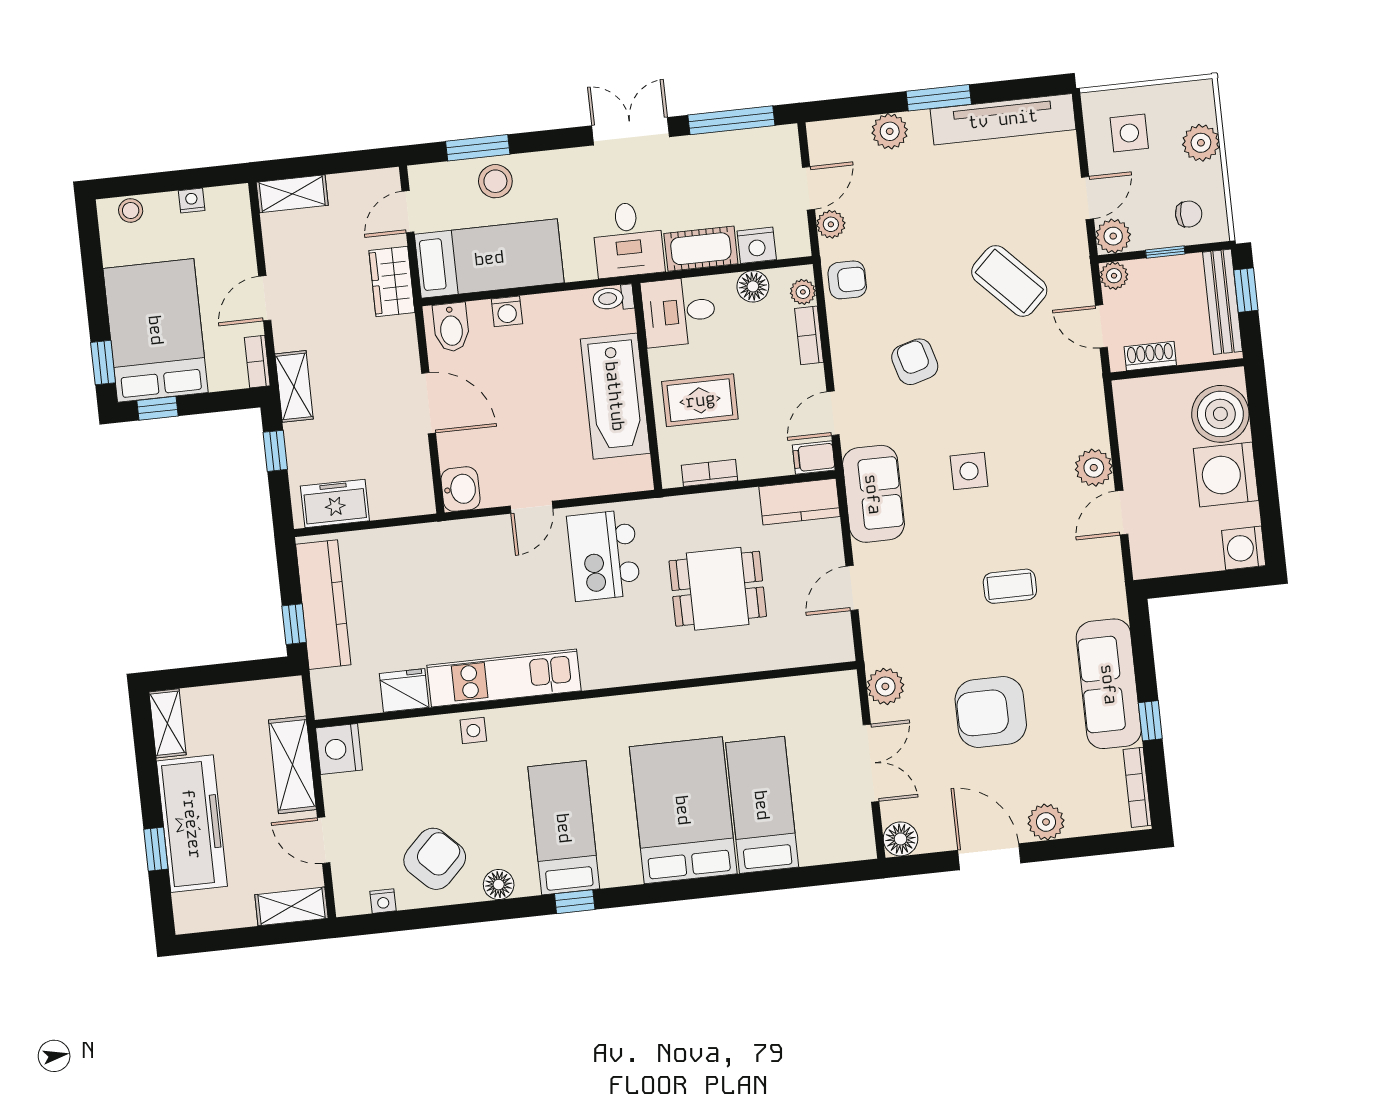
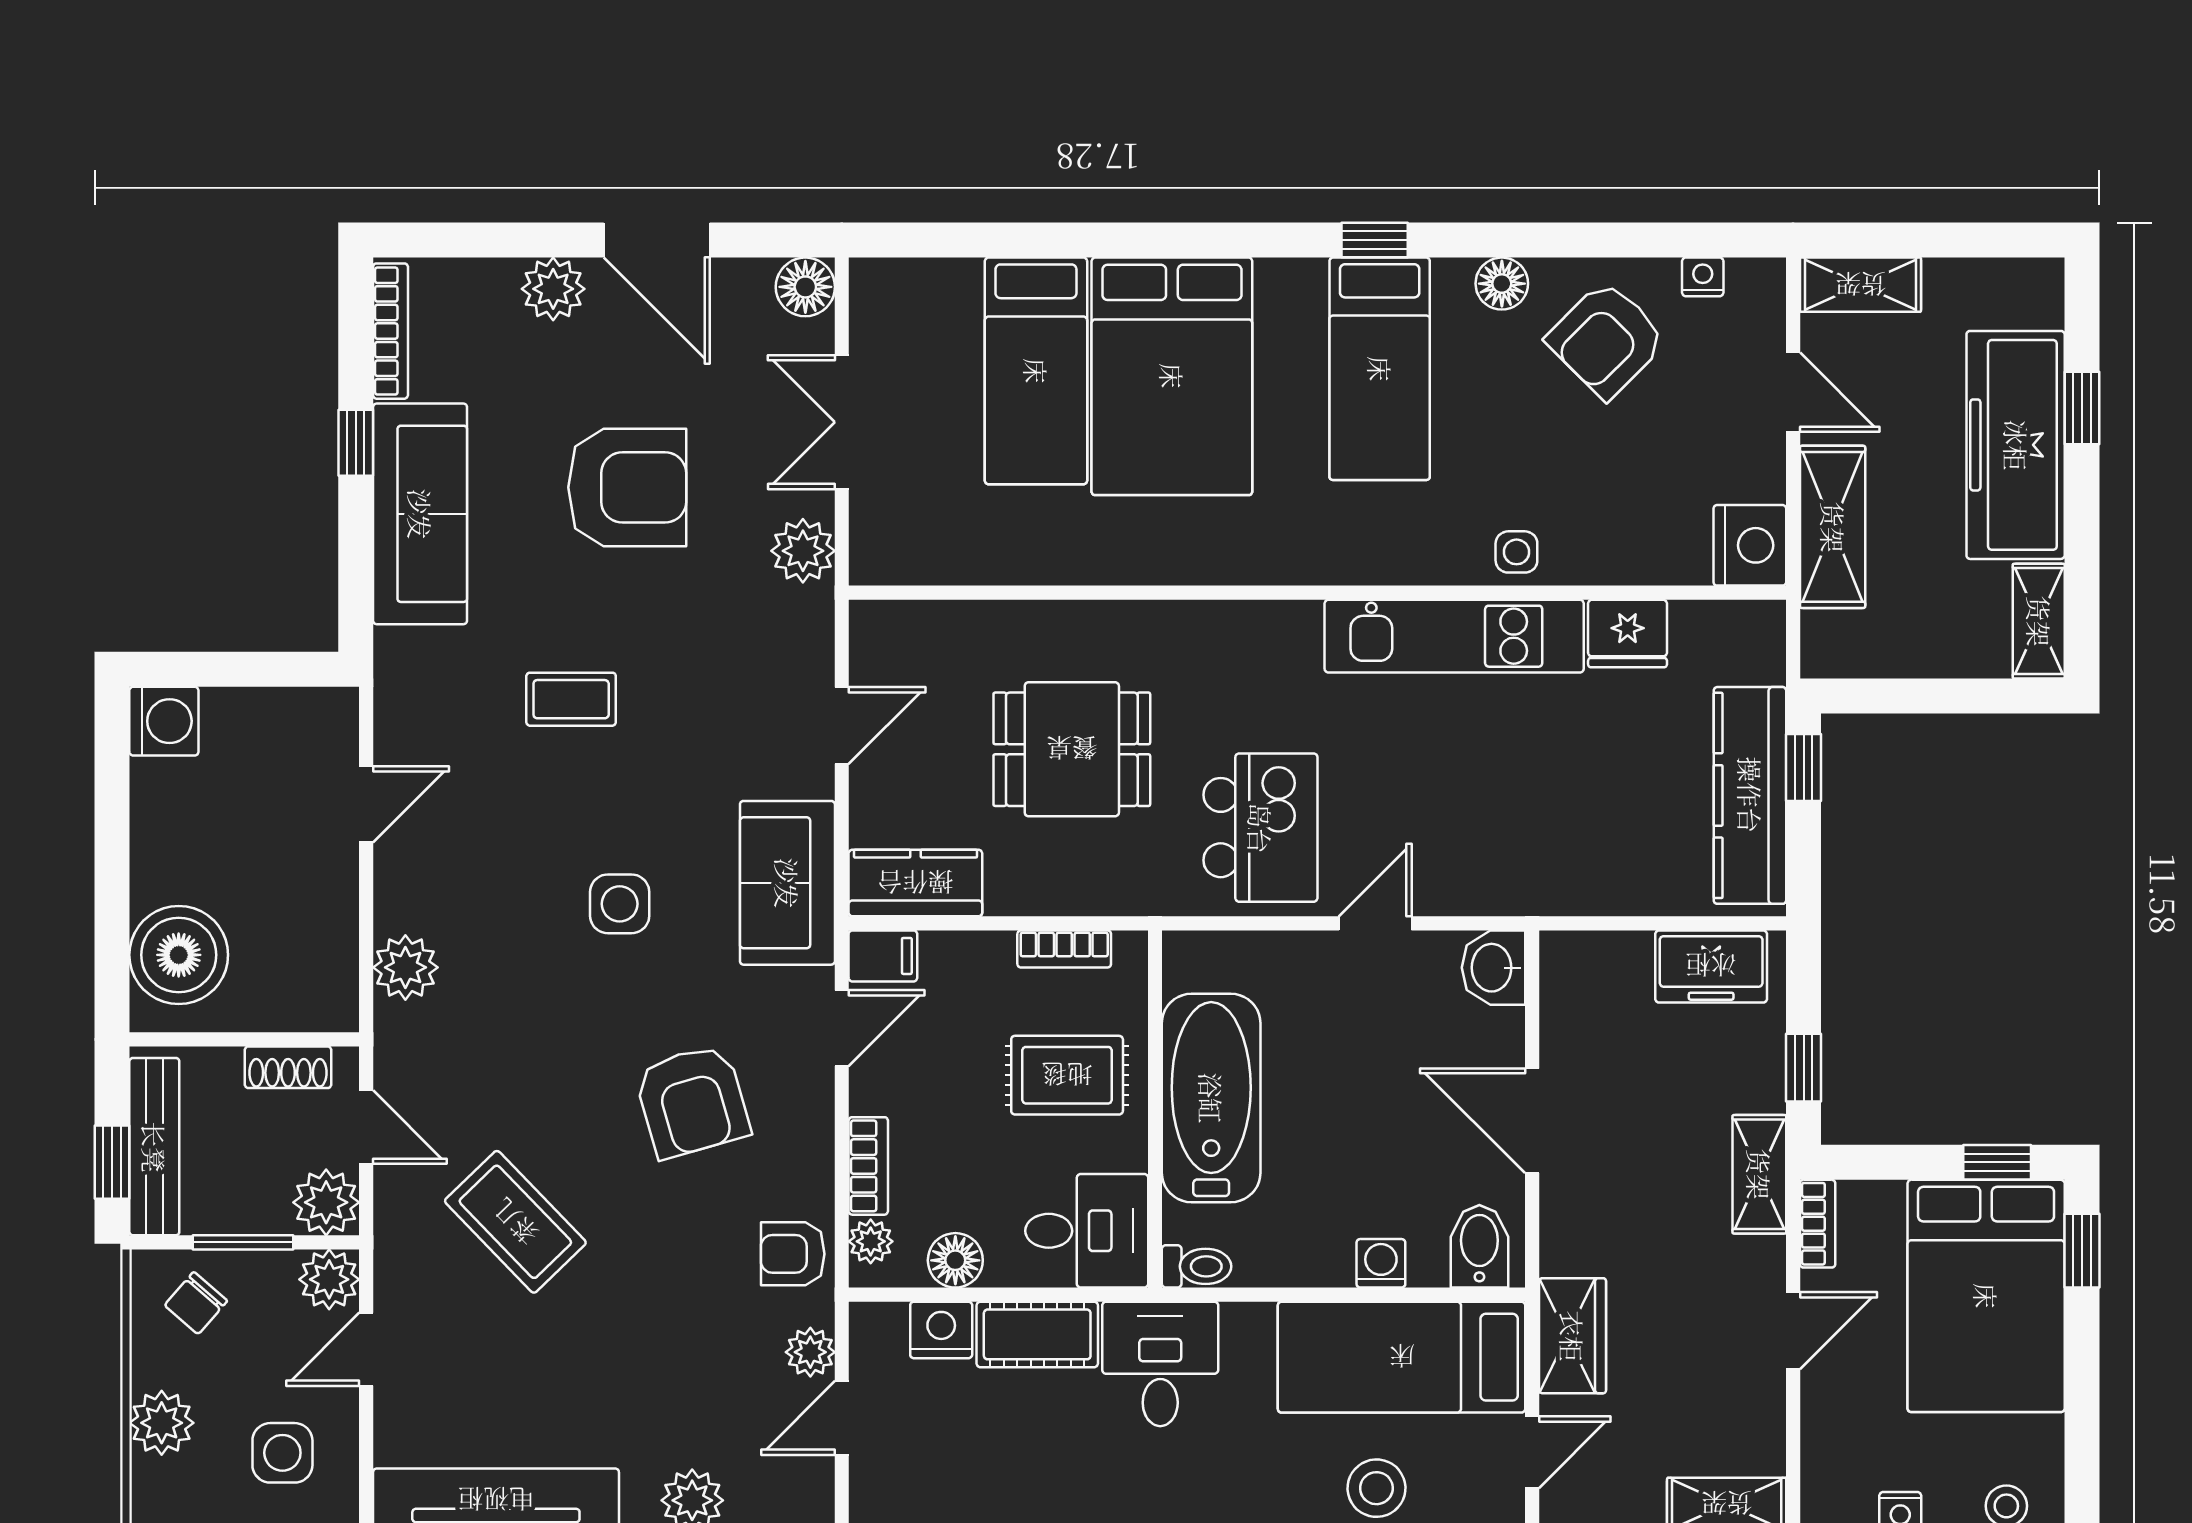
chair: (1189, 214) -> (196, 1303), turned -49
window: (1165, 252) -> (243, 1242), width x1.50
plant: (1114, 276) -> (326, 1202), width x1.38, depth x1.38
armchair: (915, 362) -> (692, 1101), width x1.38, depth x1.38
plant: (1094, 468) -> (405, 967), moved
washing machine: (1226, 474) -> (180, 850), removed

